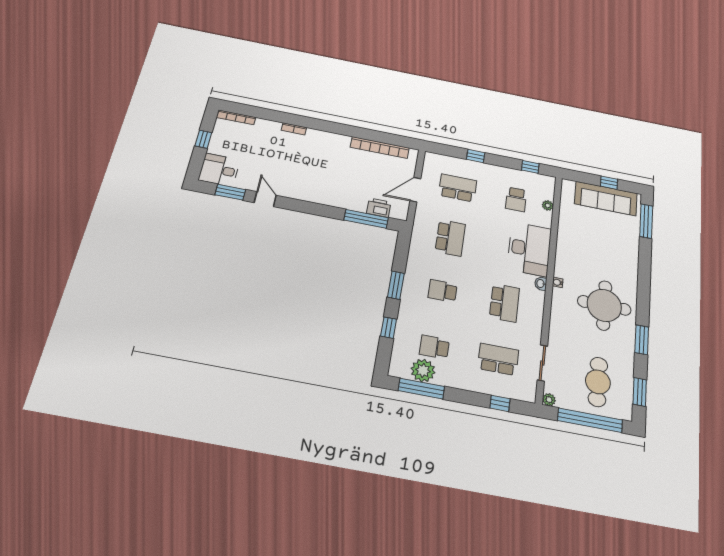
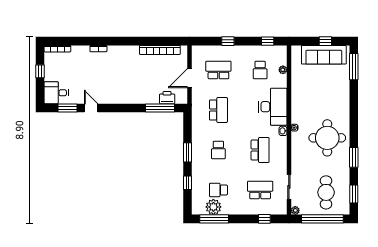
school desk: (443, 291) -> (218, 150), turned -90

